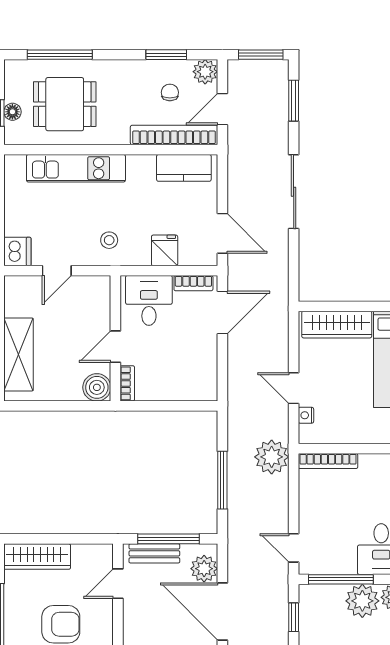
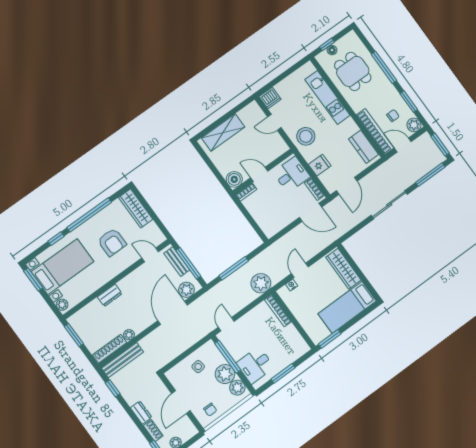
window: (60, 55) -> (384, 67), moved
window: (294, 101) -> (430, 175), width x1.44
stool: (109, 240) -> (306, 136), width x1.89, depth x1.89
window: (294, 617) -> (194, 348), removed
side table: (324, 631) -> (198, 367), added

